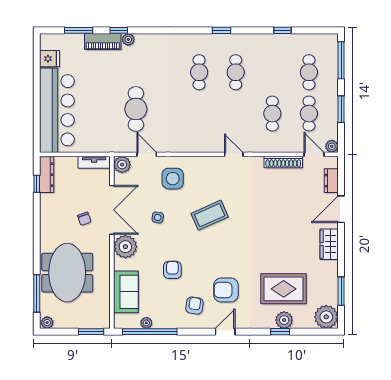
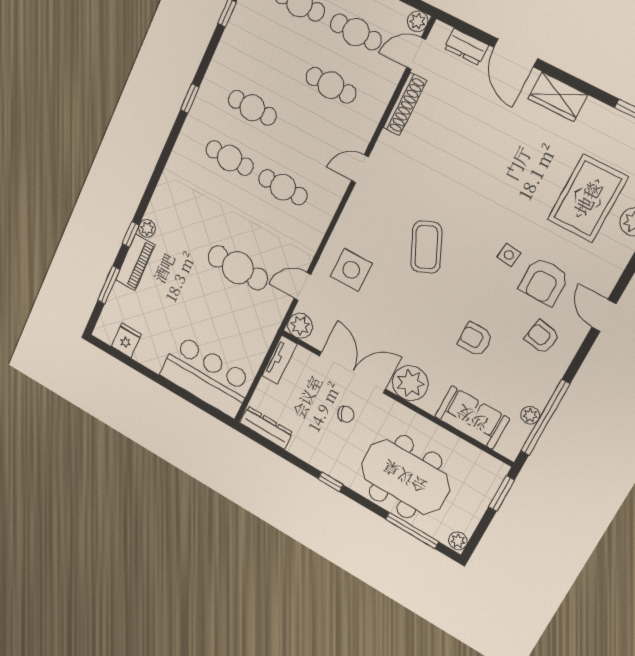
bar counter: (57, 110) -> (206, 376), width x0.73
cafe table: (199, 114) -> (283, 187), added
window: (37, 184) -> (330, 482), moved
side table: (158, 217) -> (509, 255), moved

